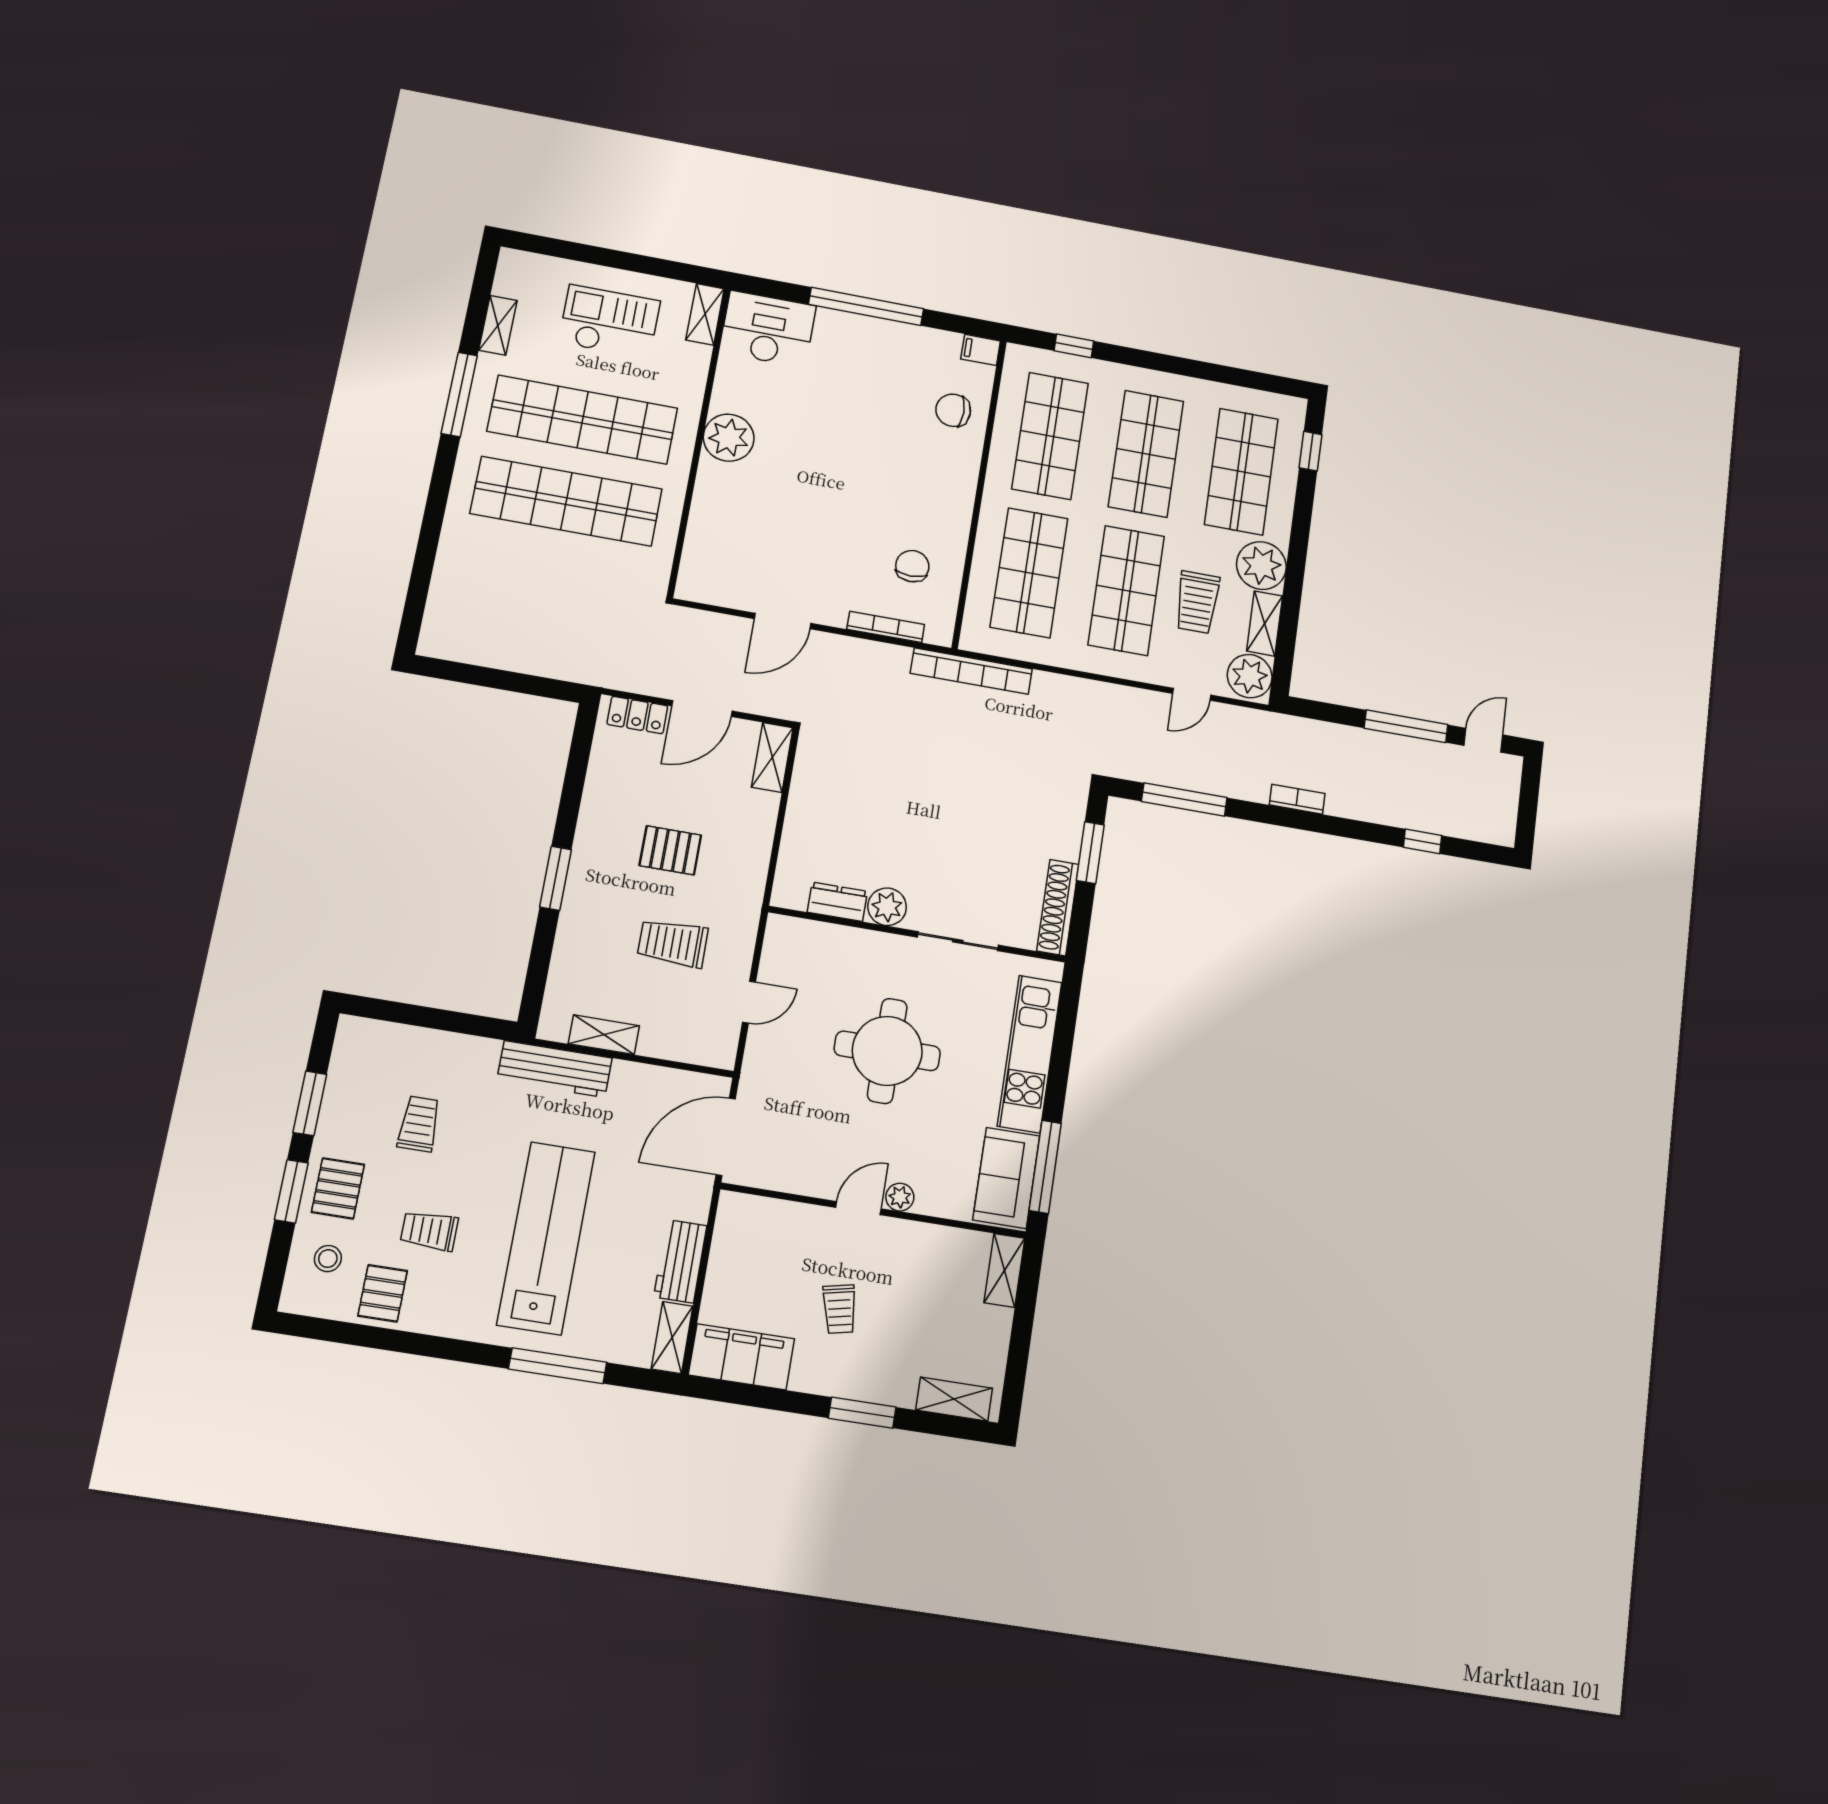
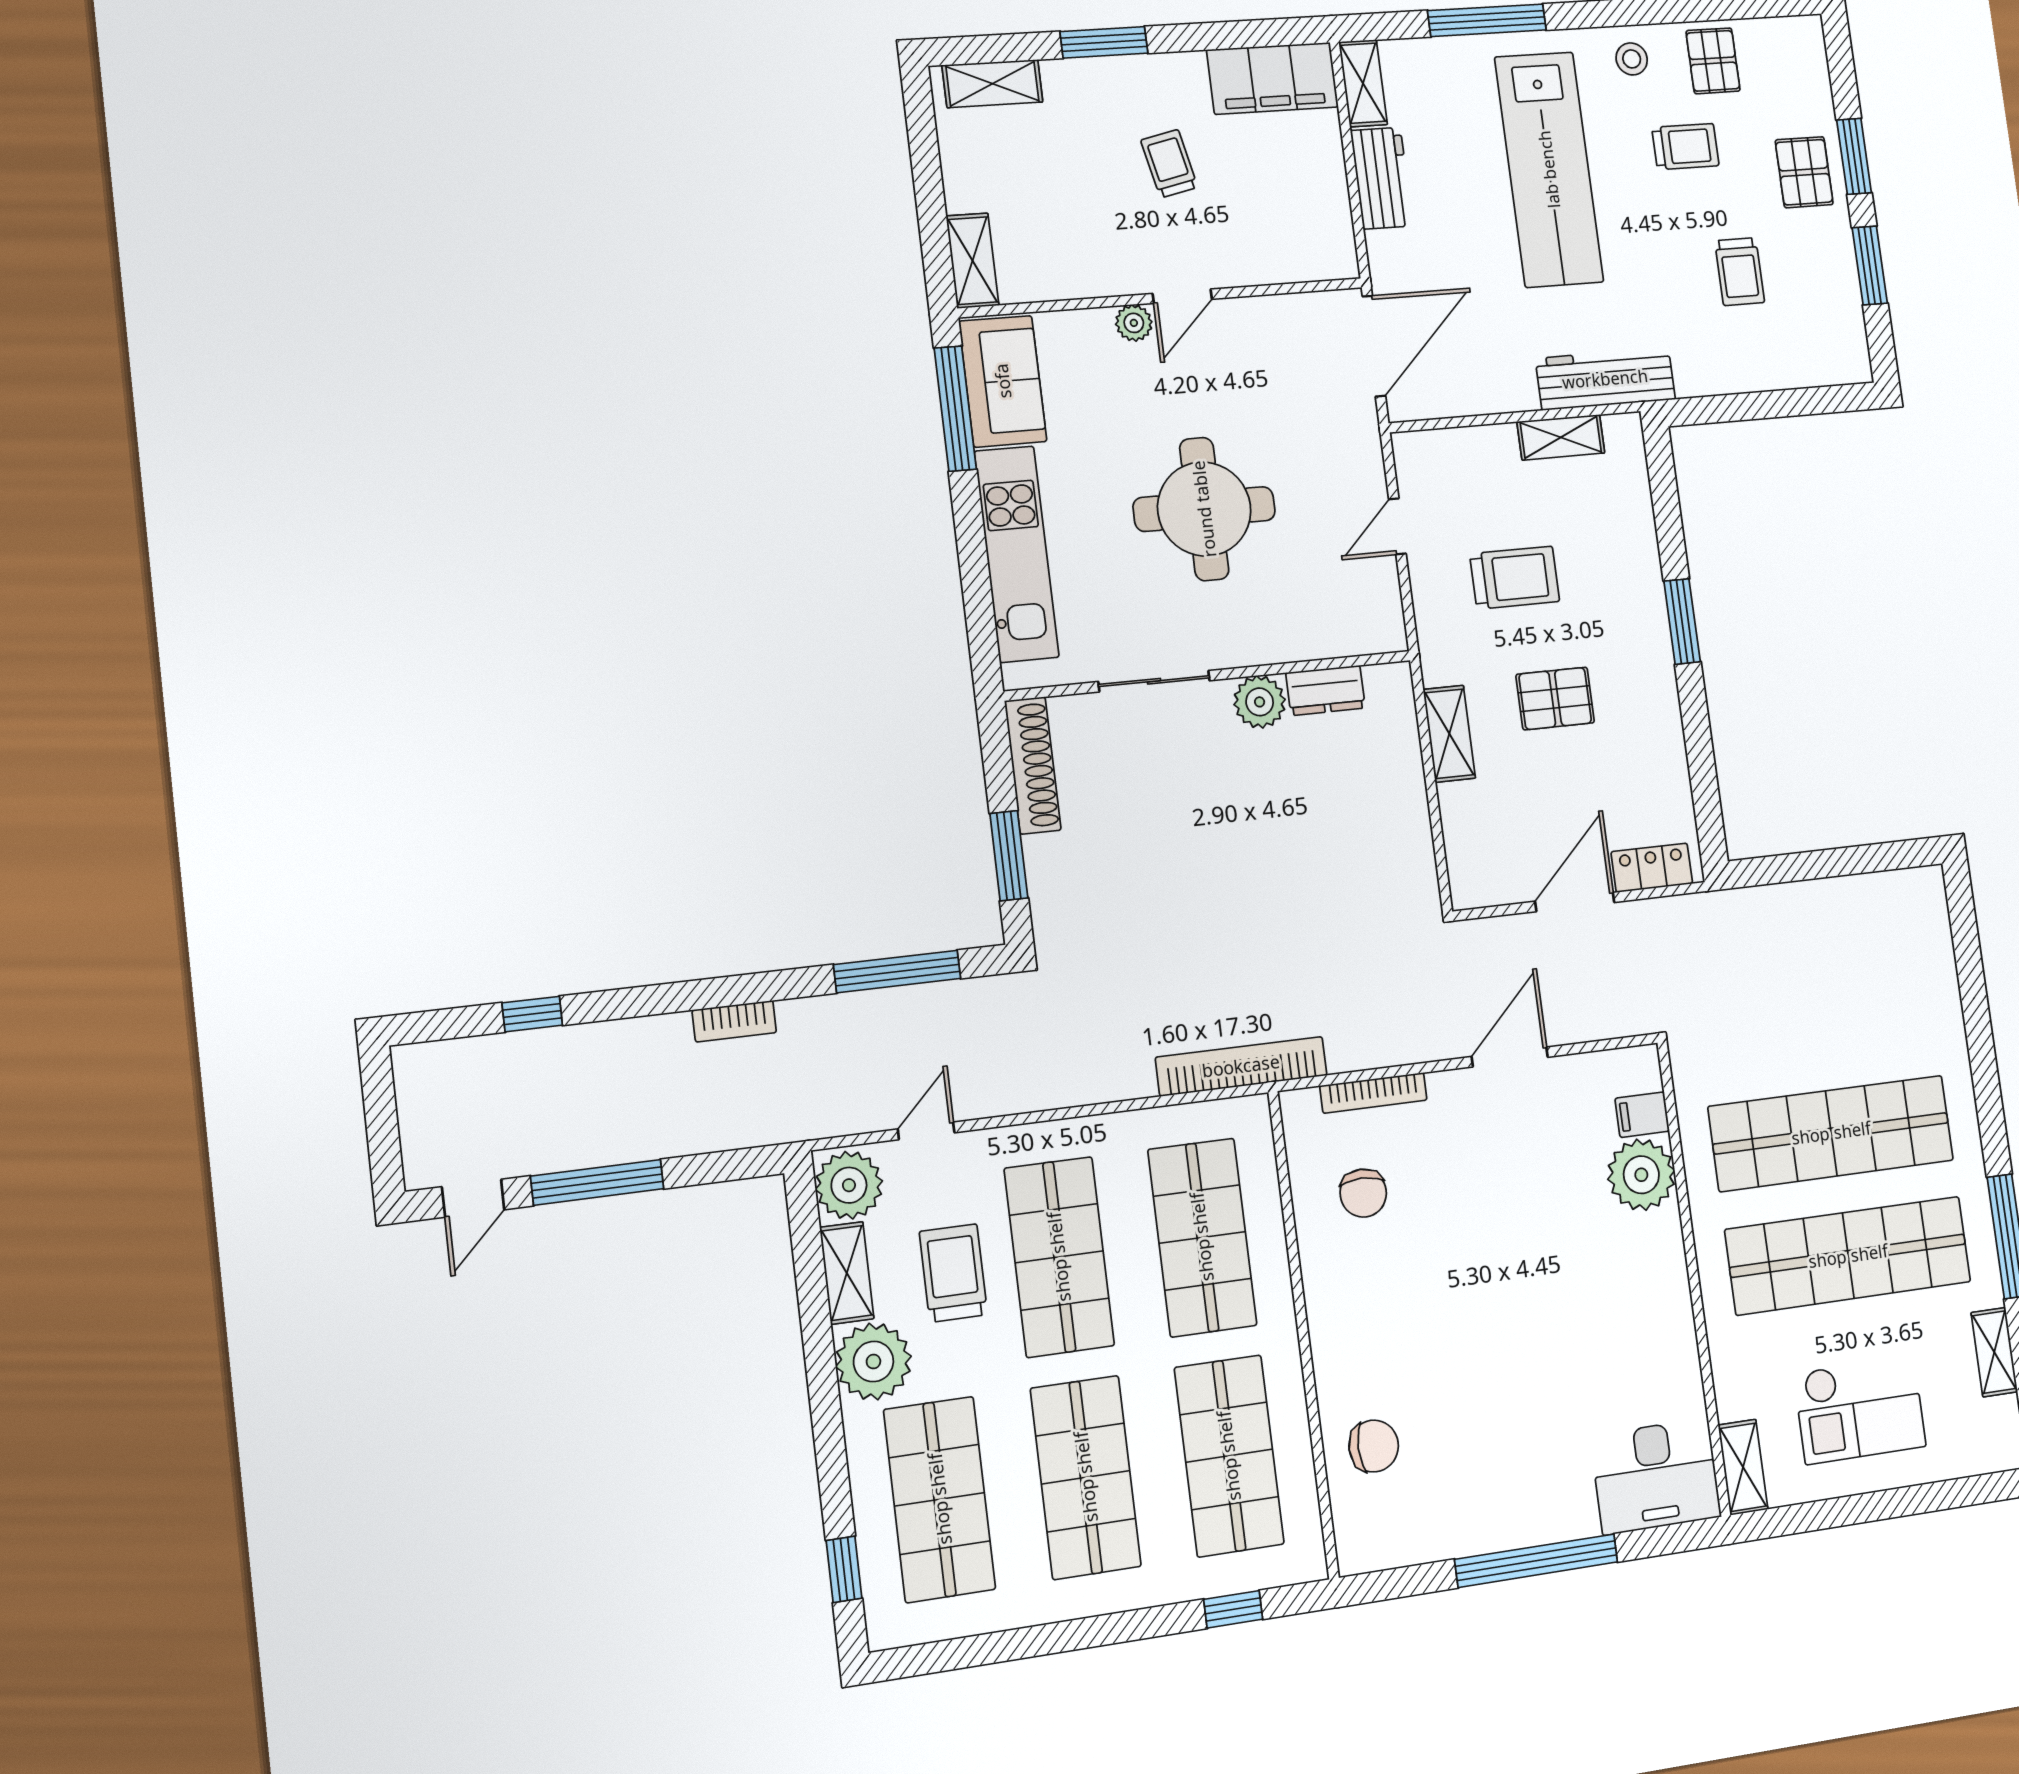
filing cabinet: (981, 350) -> (1642, 1115), moved, turned 180
plant: (729, 438) -> (1641, 1175), moved
shelving: (772, 757) -> (1449, 734), moved
stool: (328, 1259) -> (1632, 59), moved

